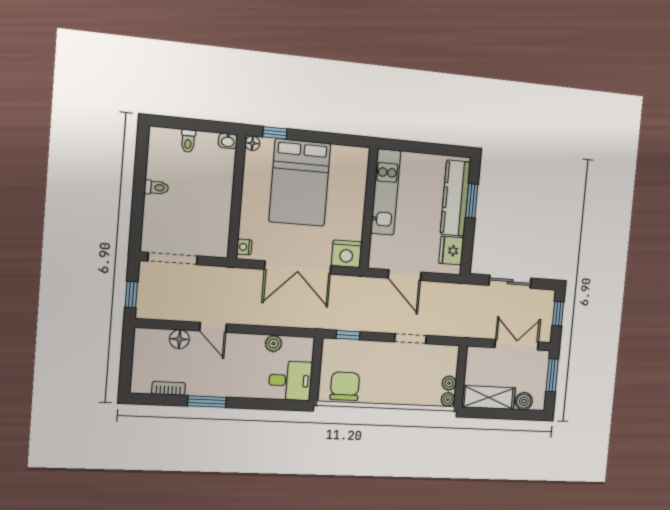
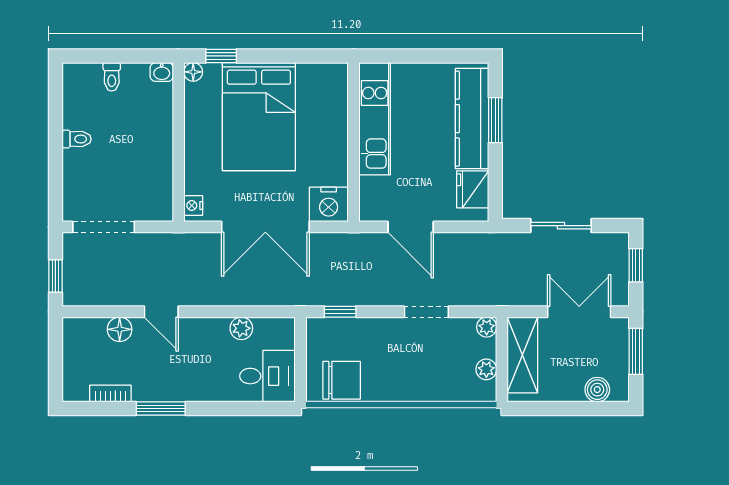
chair: (345, 386) -> (342, 380), turned 90
shelving: (489, 398) -> (522, 355), moved, turned 90
plant: (448, 399) -> (487, 327), moved

